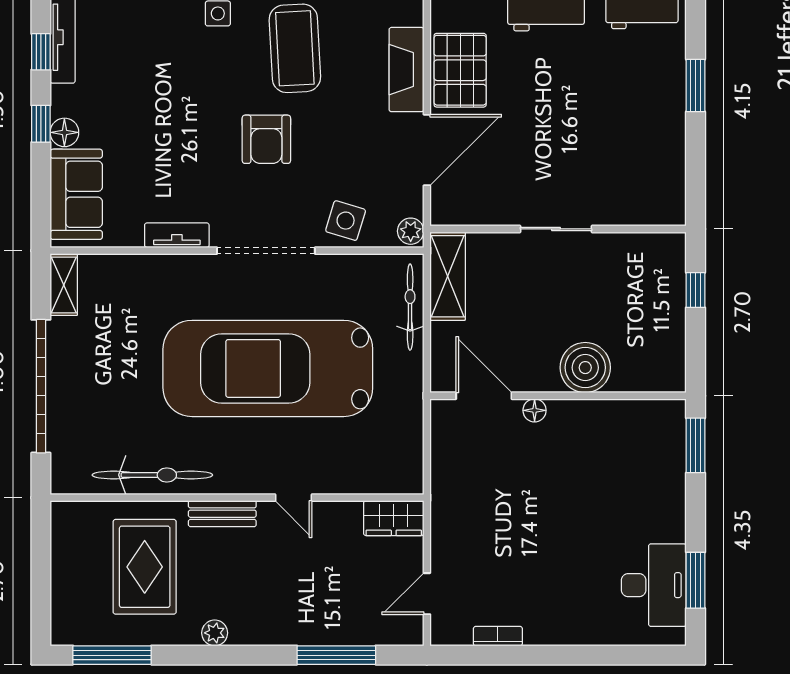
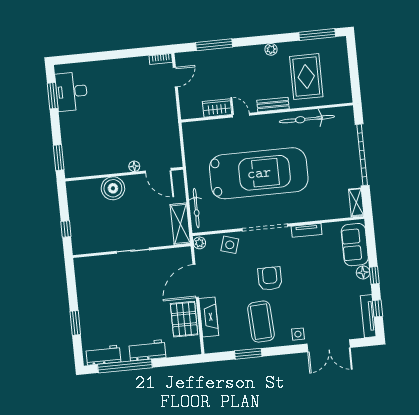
wardrobe: (394, 518) -> (217, 108), moved
bookcase: (498, 636) -> (161, 59), moved

